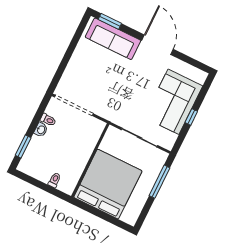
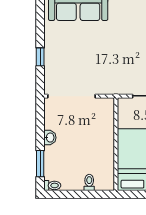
window: (64, 62) -> (40, 57), added
toilet: (48, 120) -> (52, 185), moved

